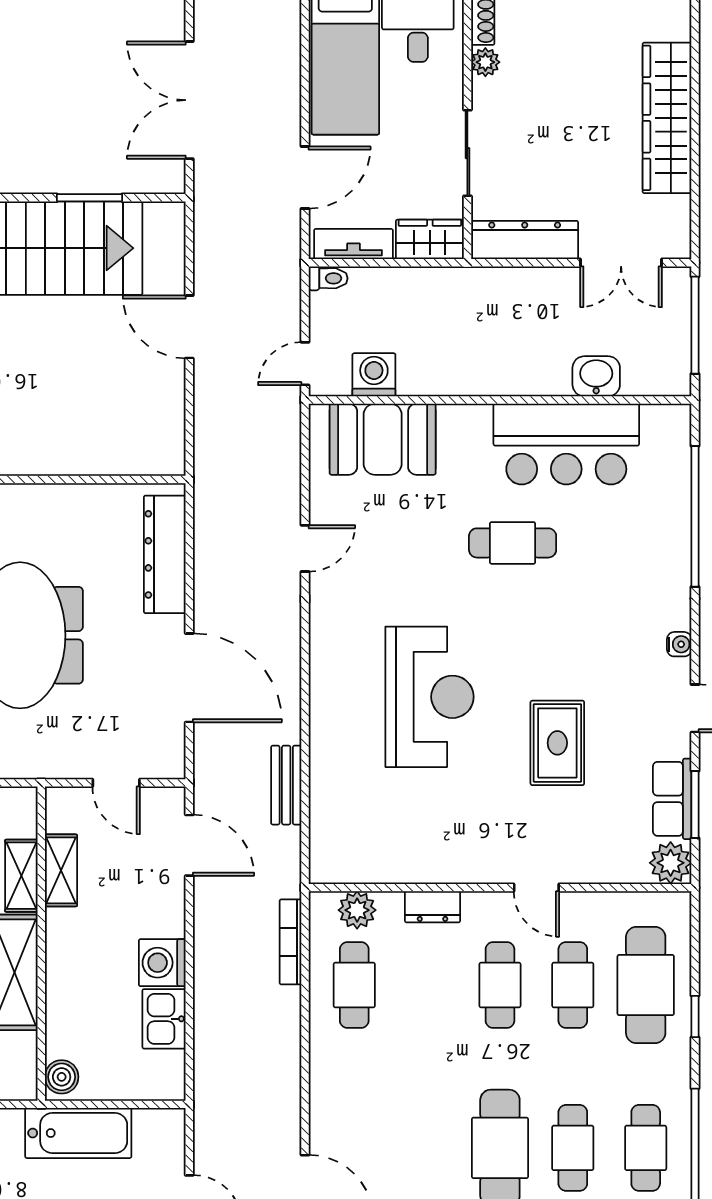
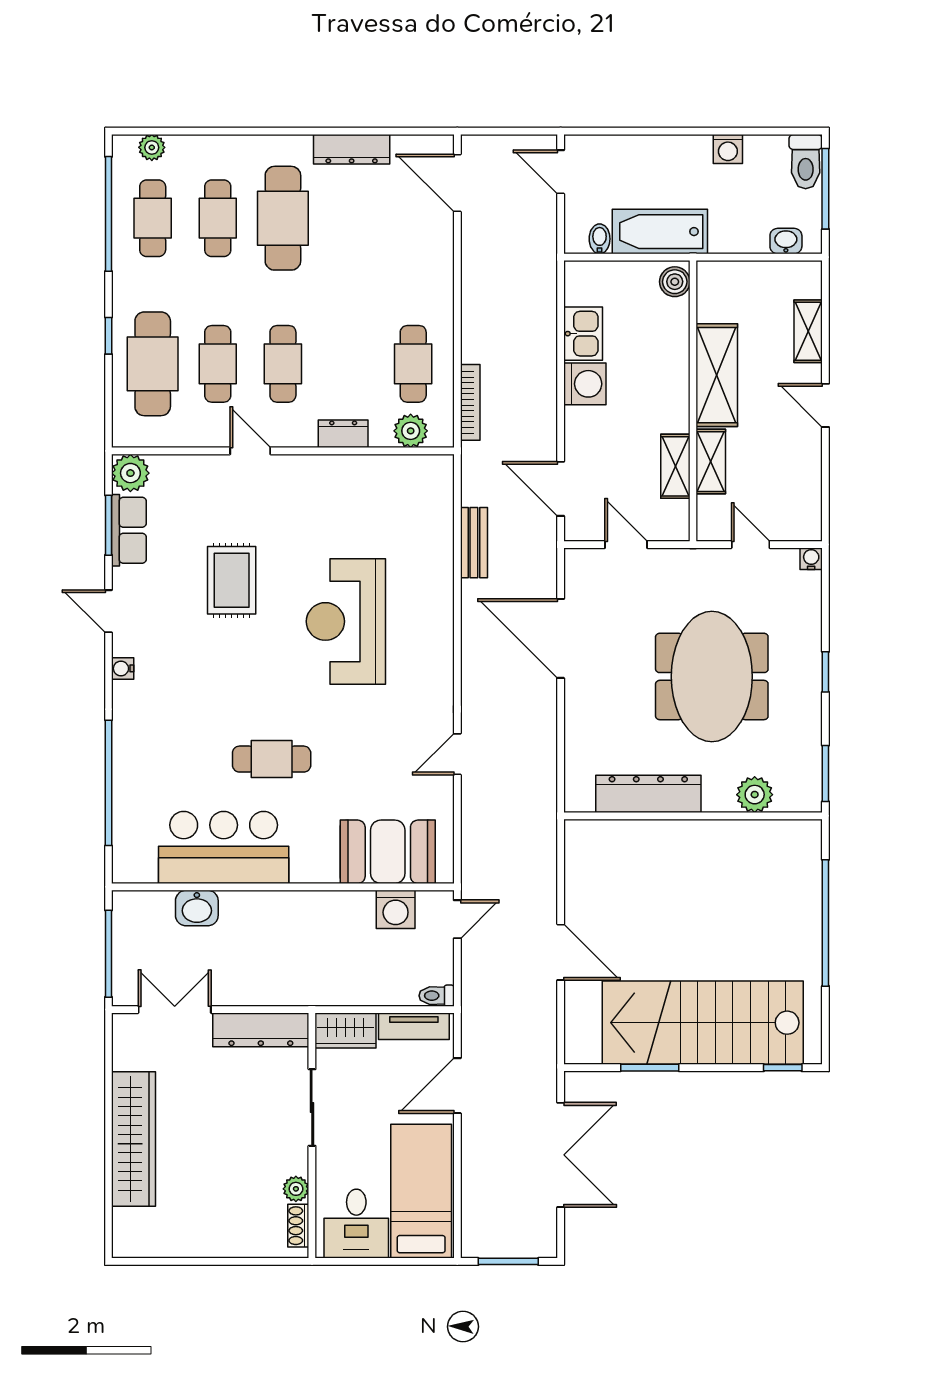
dresser: (165, 554) -> (648, 794), moved, turned -90
bidet: (146, 1125) -> (600, 239), added

